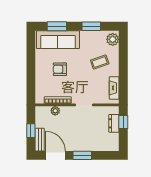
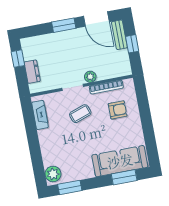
window: (91, 26) -> (70, 187), moved
coffee table: (100, 62) -> (80, 114), moved
armchair: (60, 69) -> (118, 110), moved
plant: (55, 111) -> (90, 77), moved
window: (123, 122) -> (18, 59), moved

